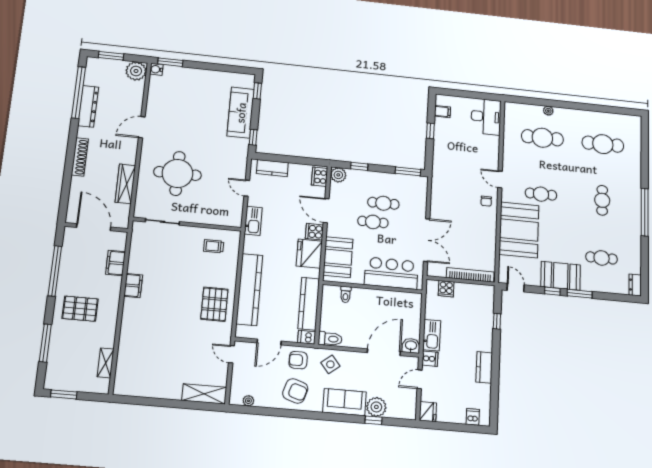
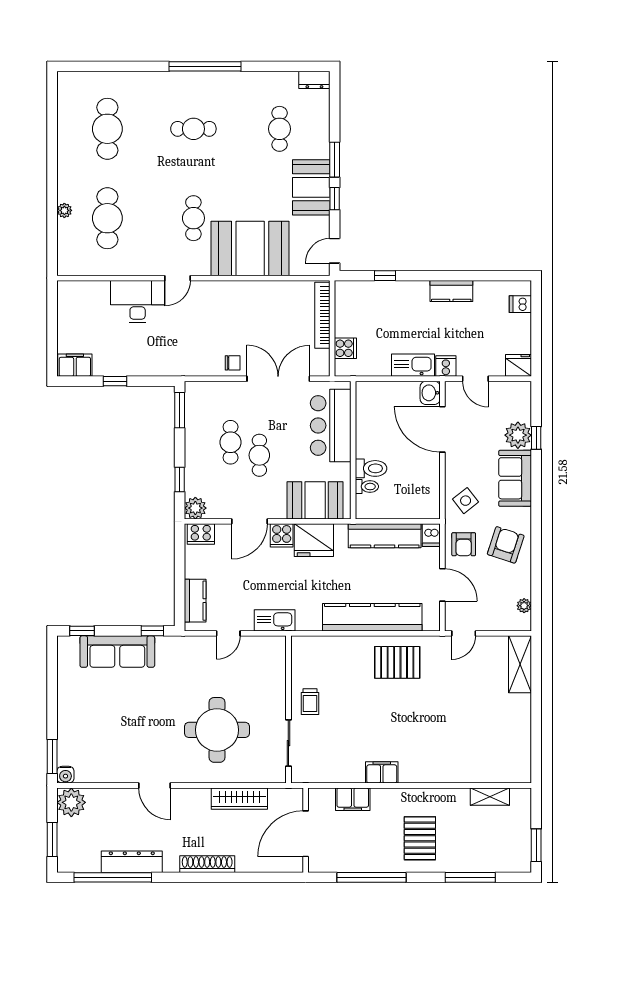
filing cabinet: (442, 112) -> (75, 365), width x2.00
desk: (486, 117) -> (138, 302), moved
chair: (486, 201) -> (233, 363), moved
trolley: (214, 246) -> (310, 702), moved
toilet: (330, 339) -> (371, 468), moved, turned 90

